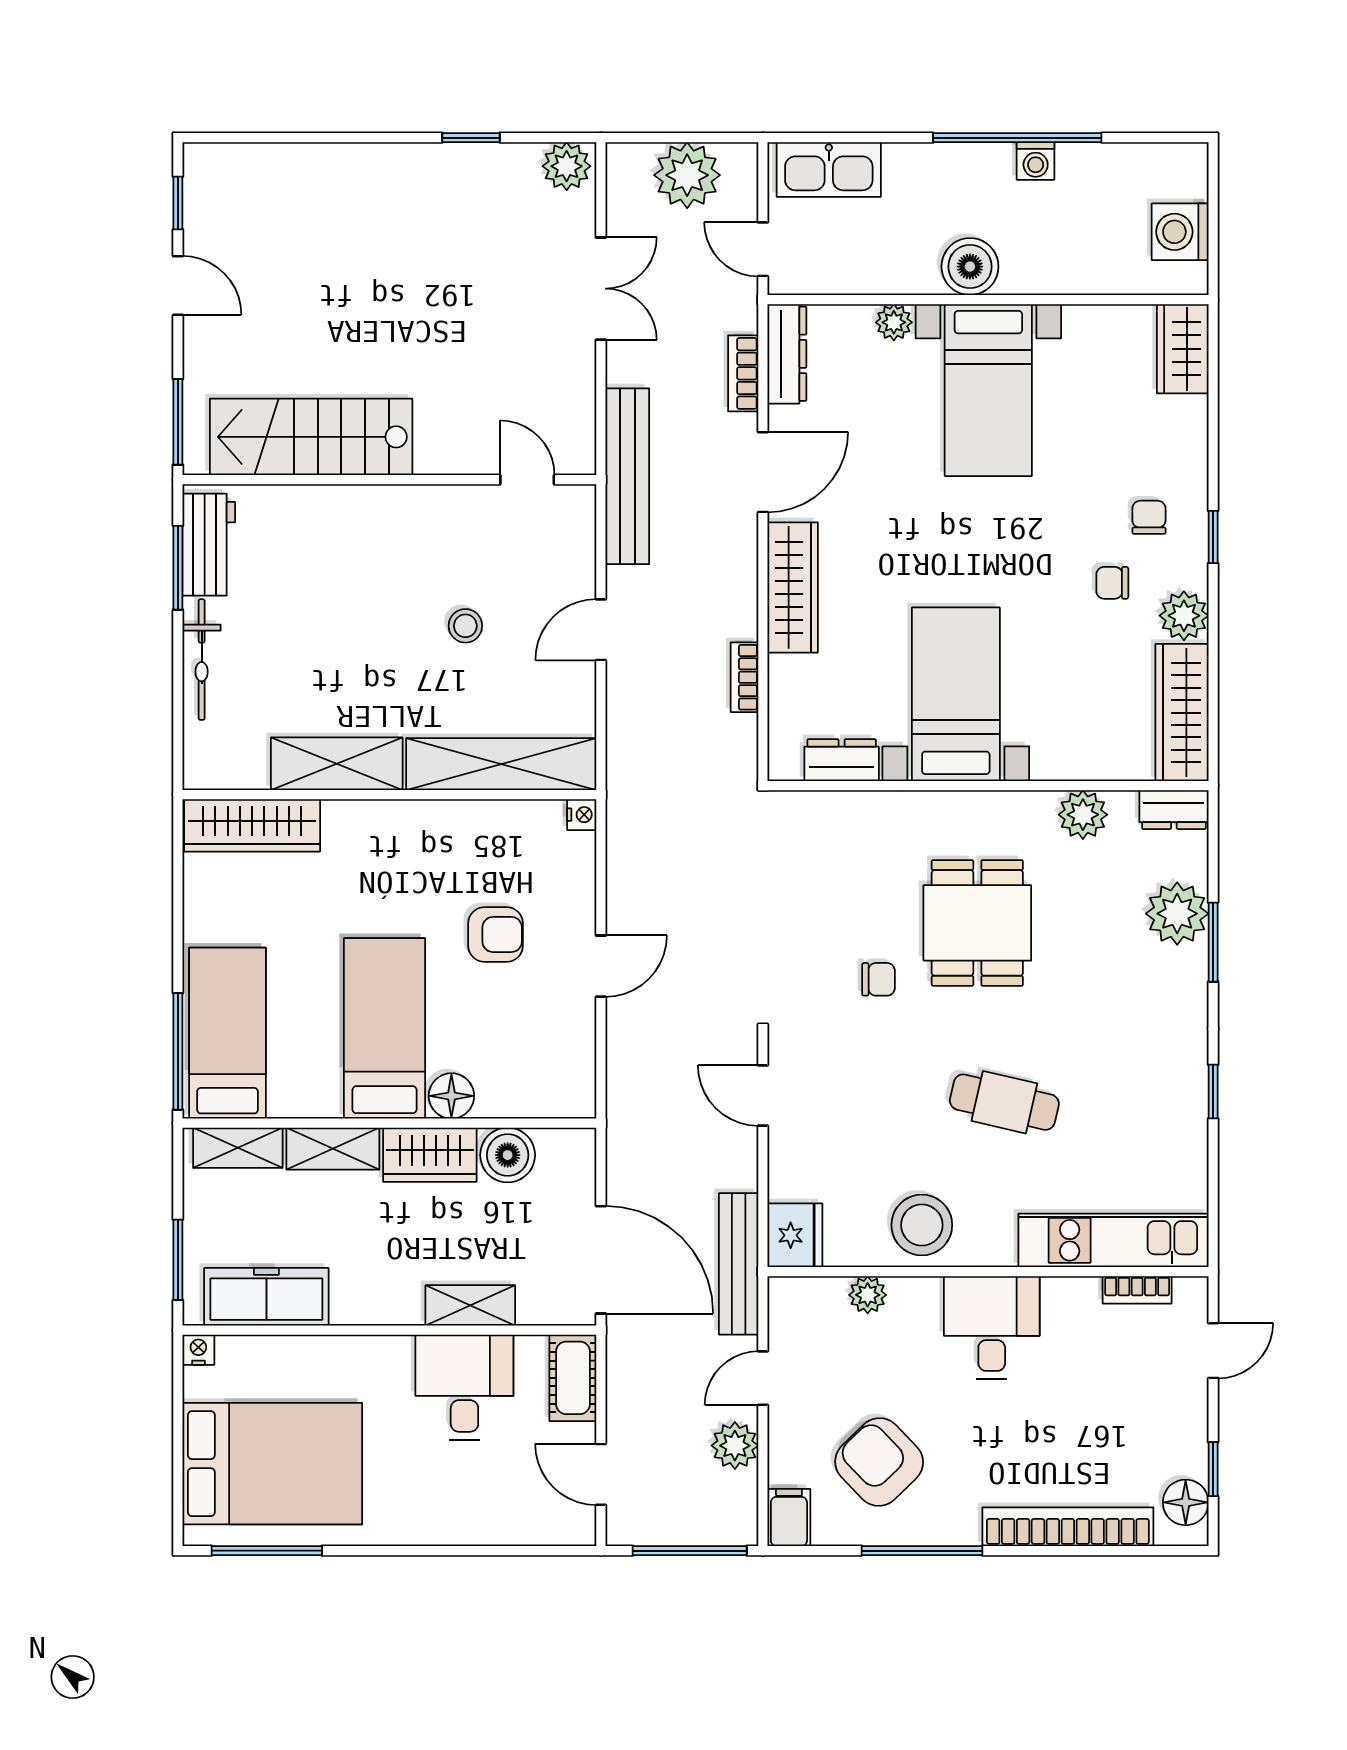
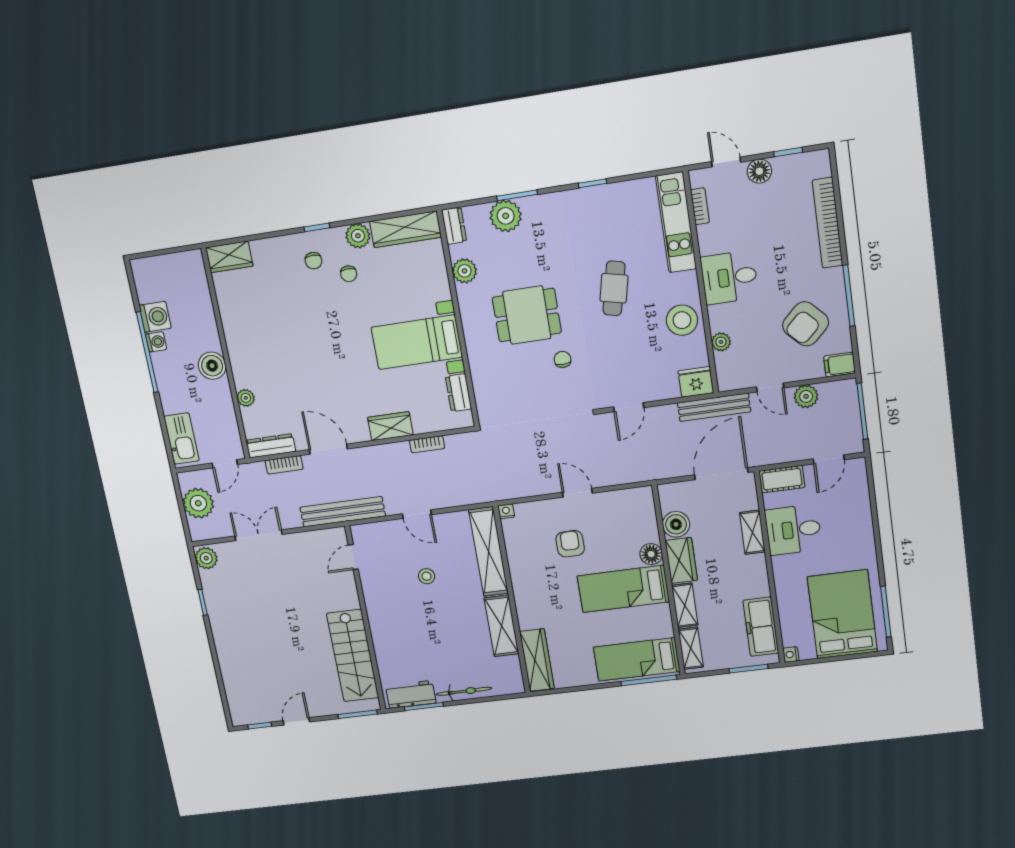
washing machine: (1180, 232) -> (155, 317), moved, turned -90
bed with nightstands: (988, 390) -> (268, 348), removed
chair: (1149, 517) -> (313, 261), turned -90
wardrobe: (793, 587) -> (390, 426), width x0.67
floor lamp: (1186, 1502) -> (759, 171), moved

